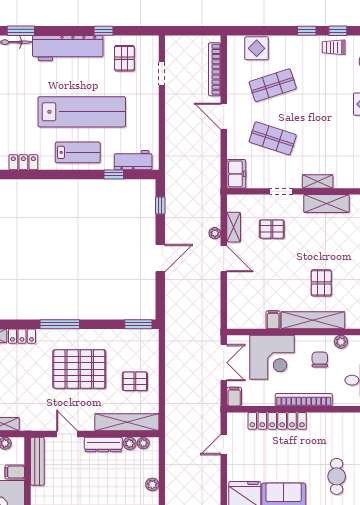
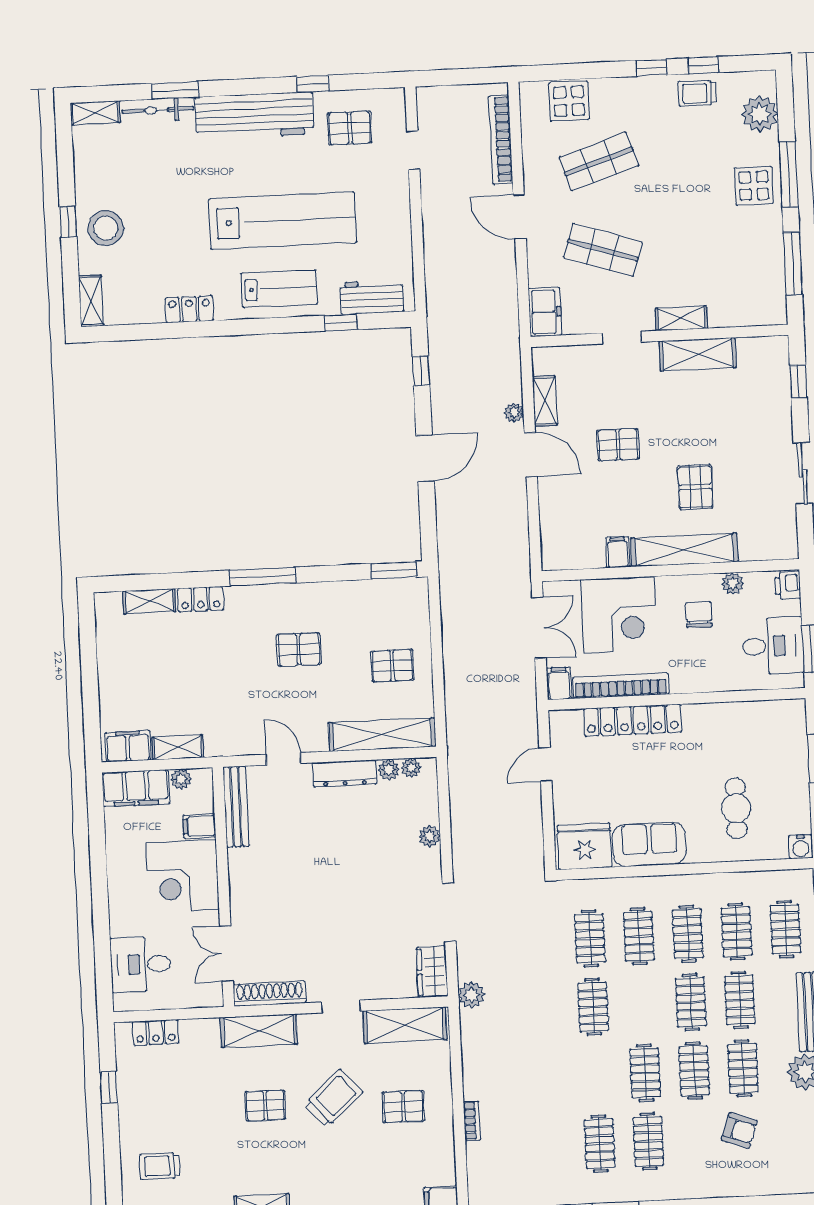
pallet: (124, 58) -> (350, 128), turned 90
pallet: (272, 229) -> (618, 445), moved
pallet: (79, 369) -> (299, 650), width x0.49, depth x0.50
bookcase: (304, 400) -> (621, 686), moved

